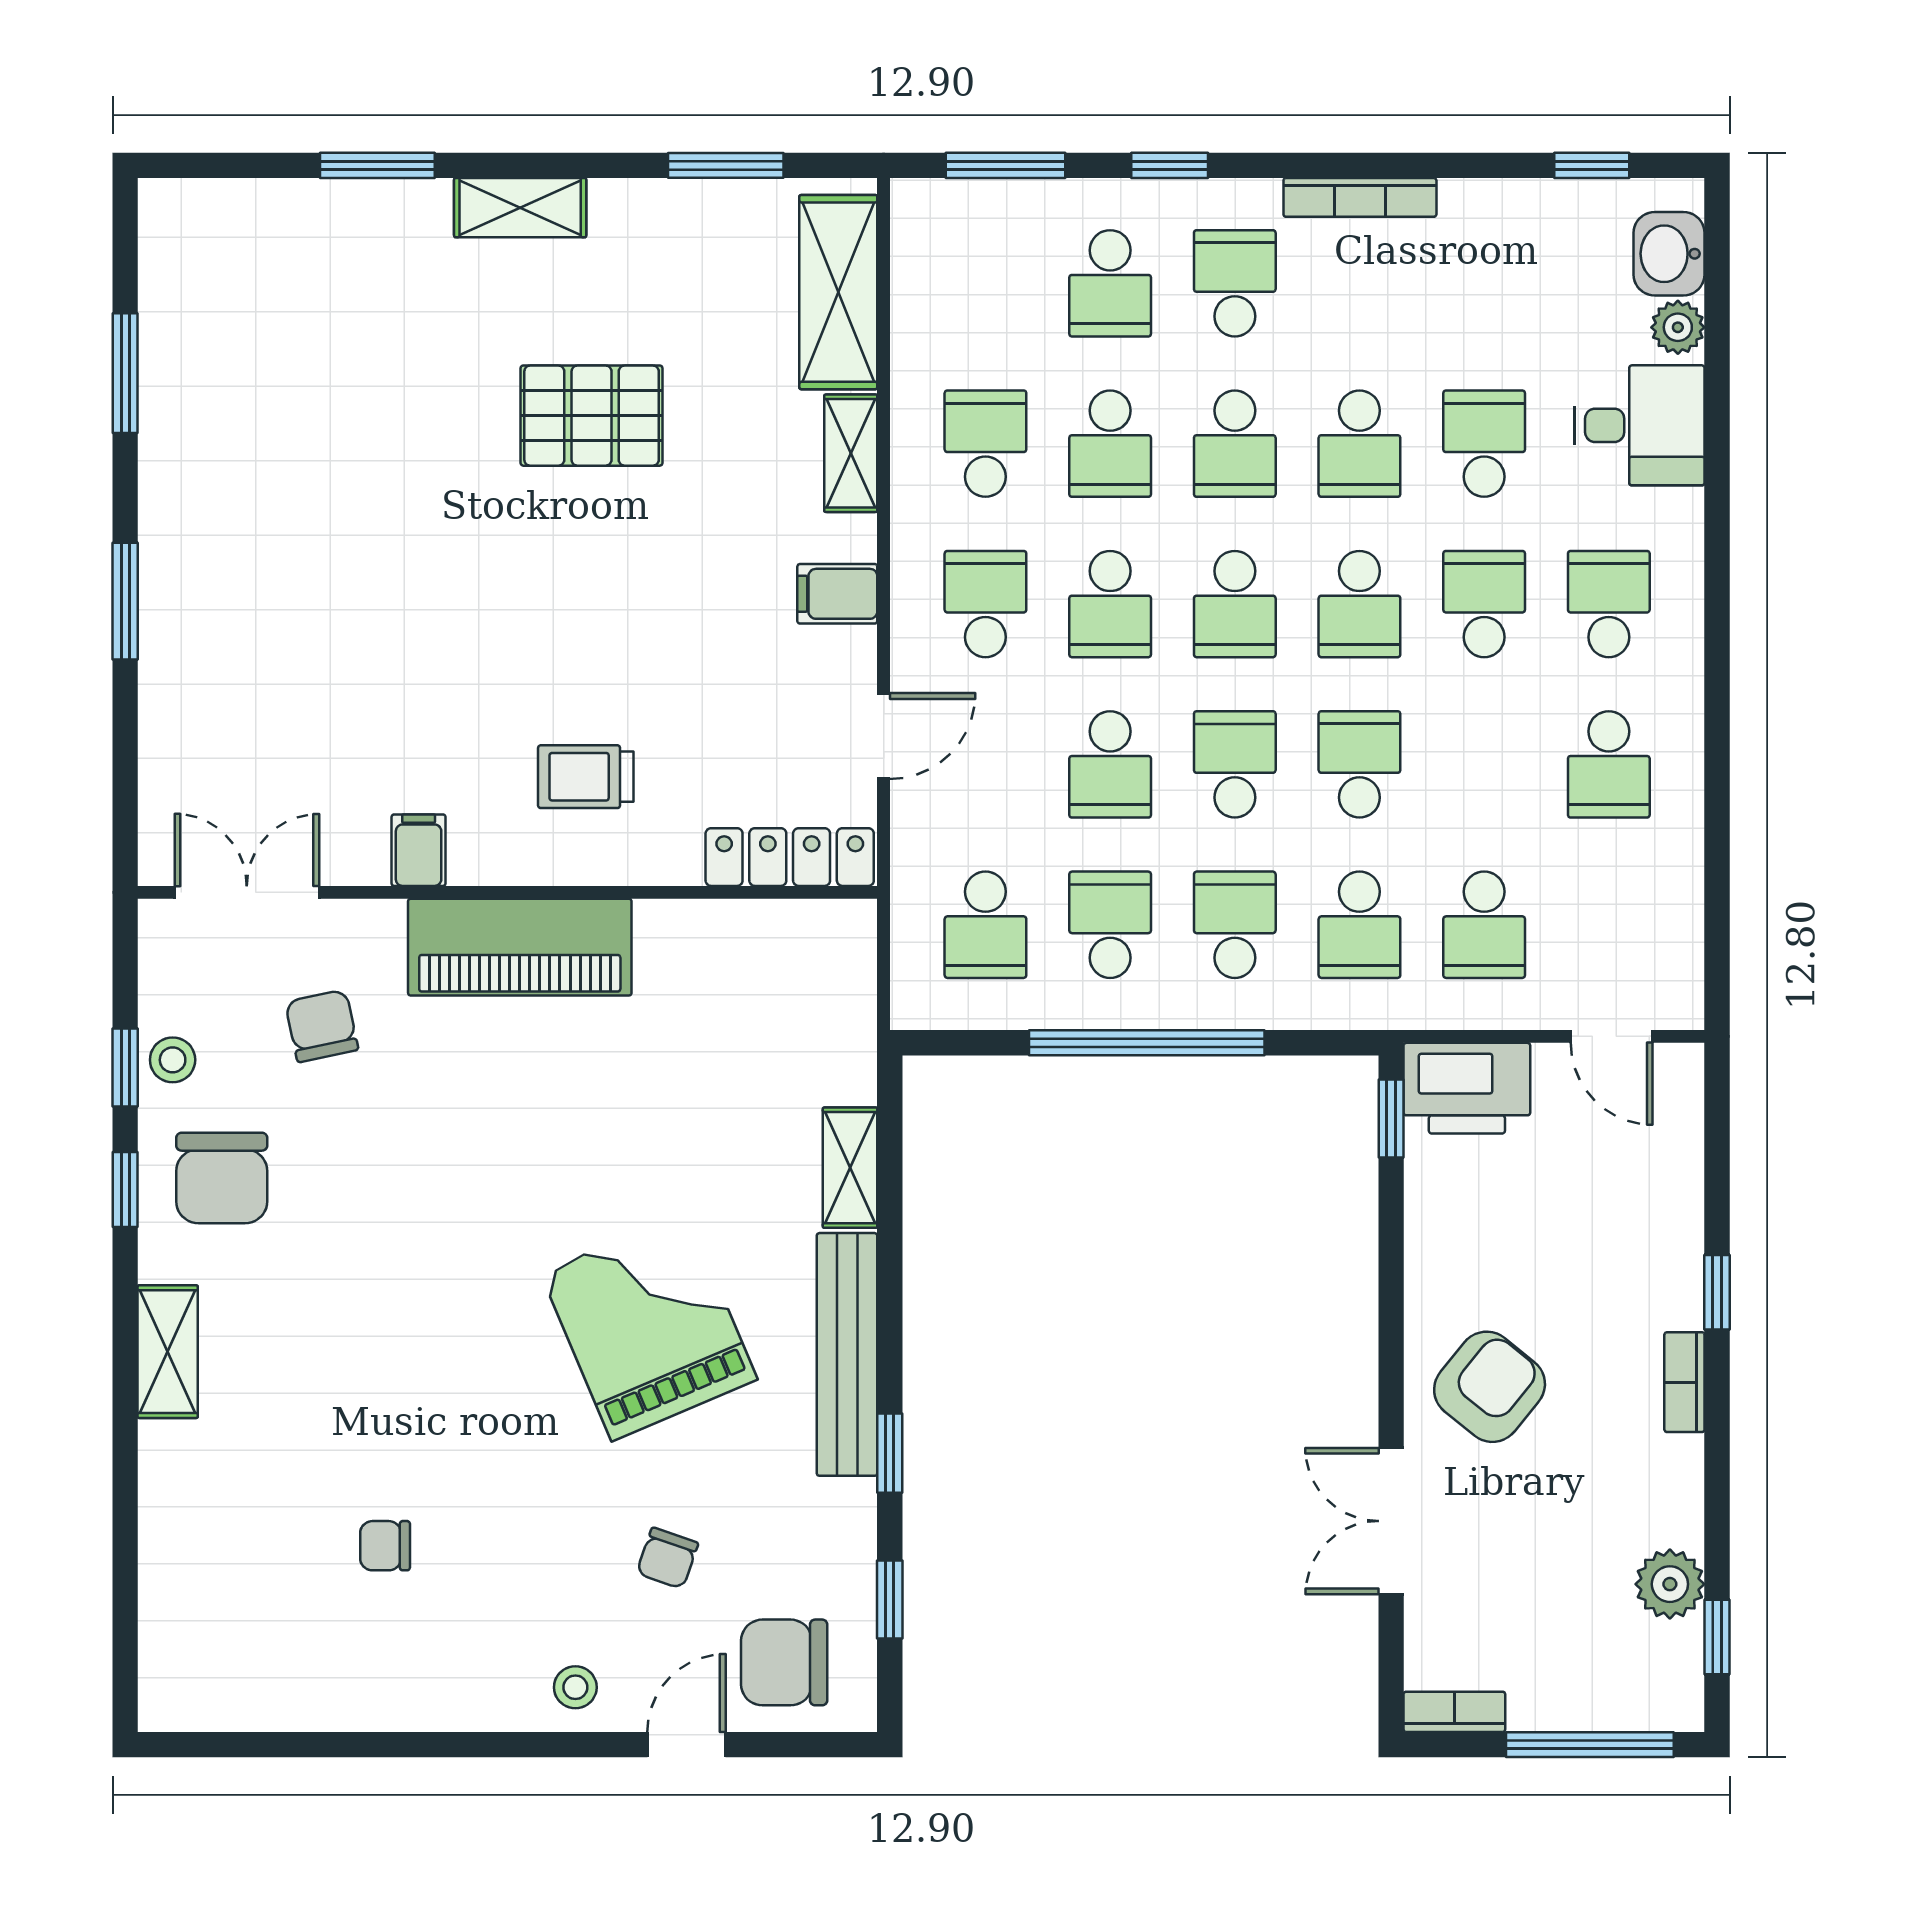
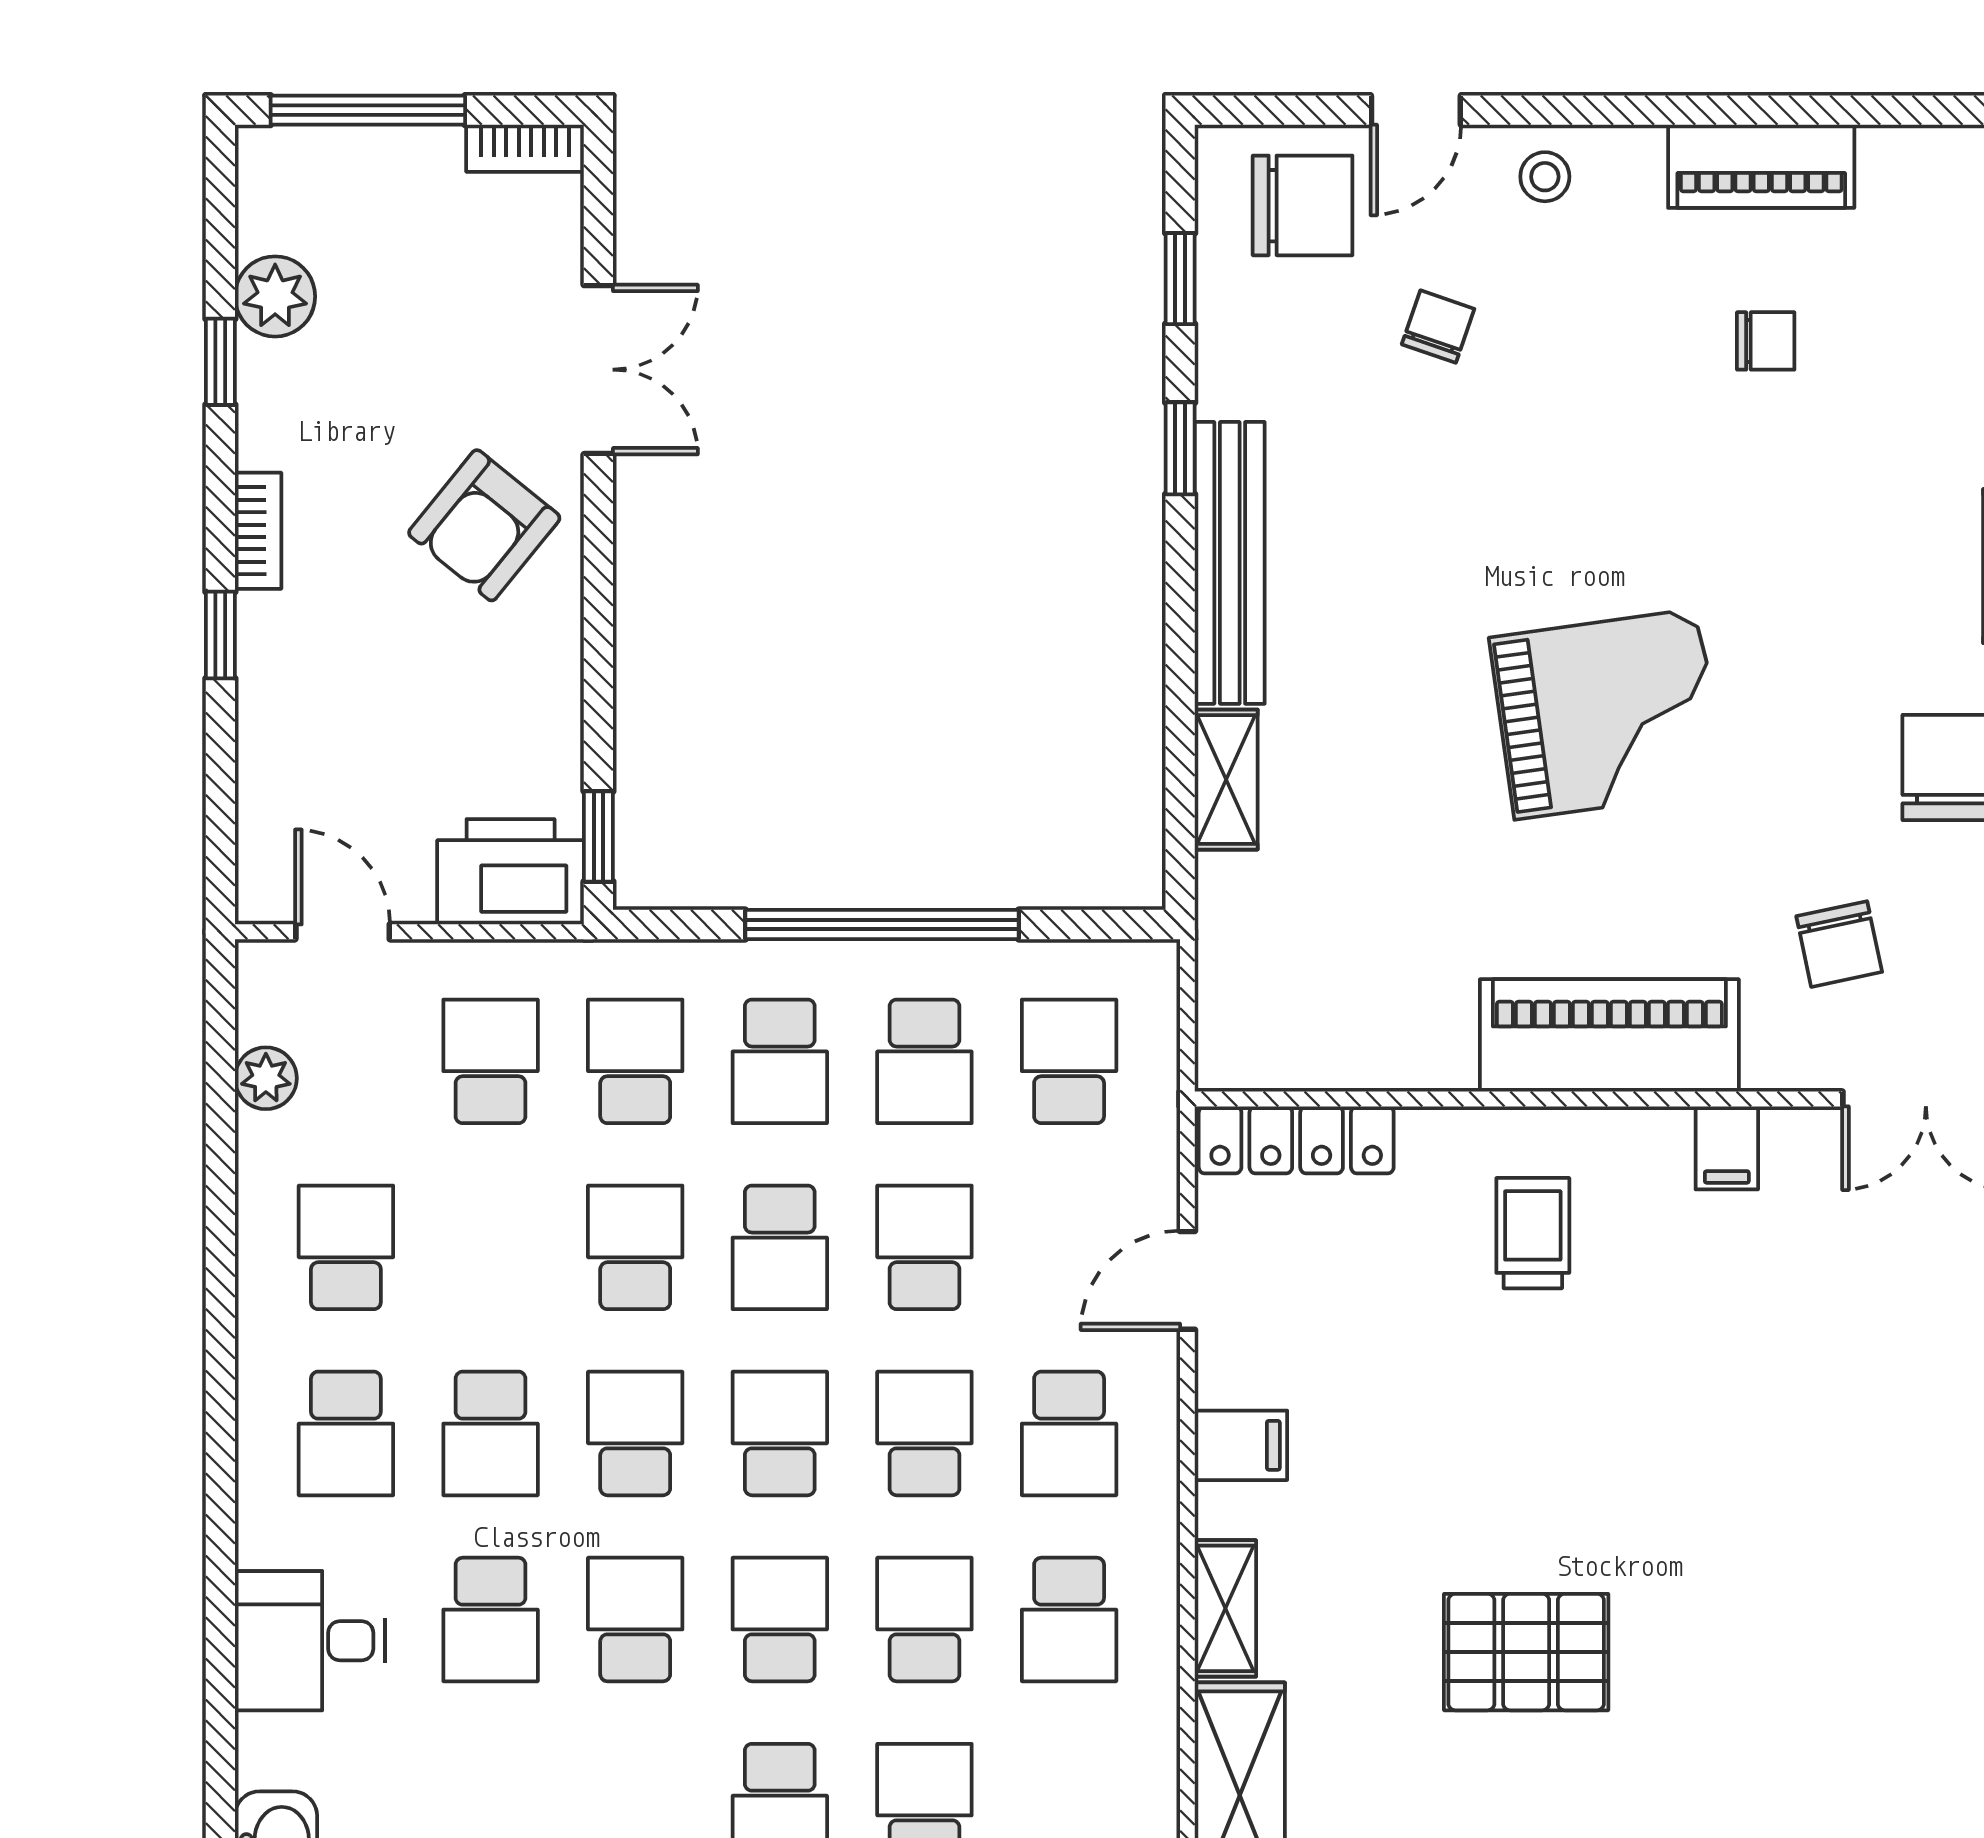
plant: (1678, 327) -> (266, 1078), moved
school desk: (1359, 764) -> (635, 1247), turned 180
trolley: (586, 777) -> (1533, 1233), turned -90
grand piano: (649, 1326) -> (1607, 714), moved, turned -75
window: (1717, 1637) -> (220, 362), moved
piano: (389, 1696) -> (1761, 166), added

